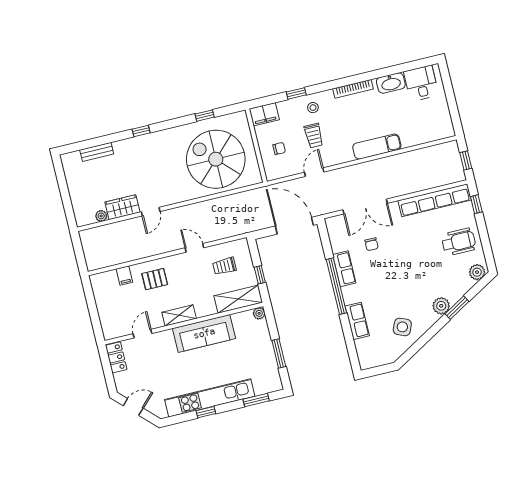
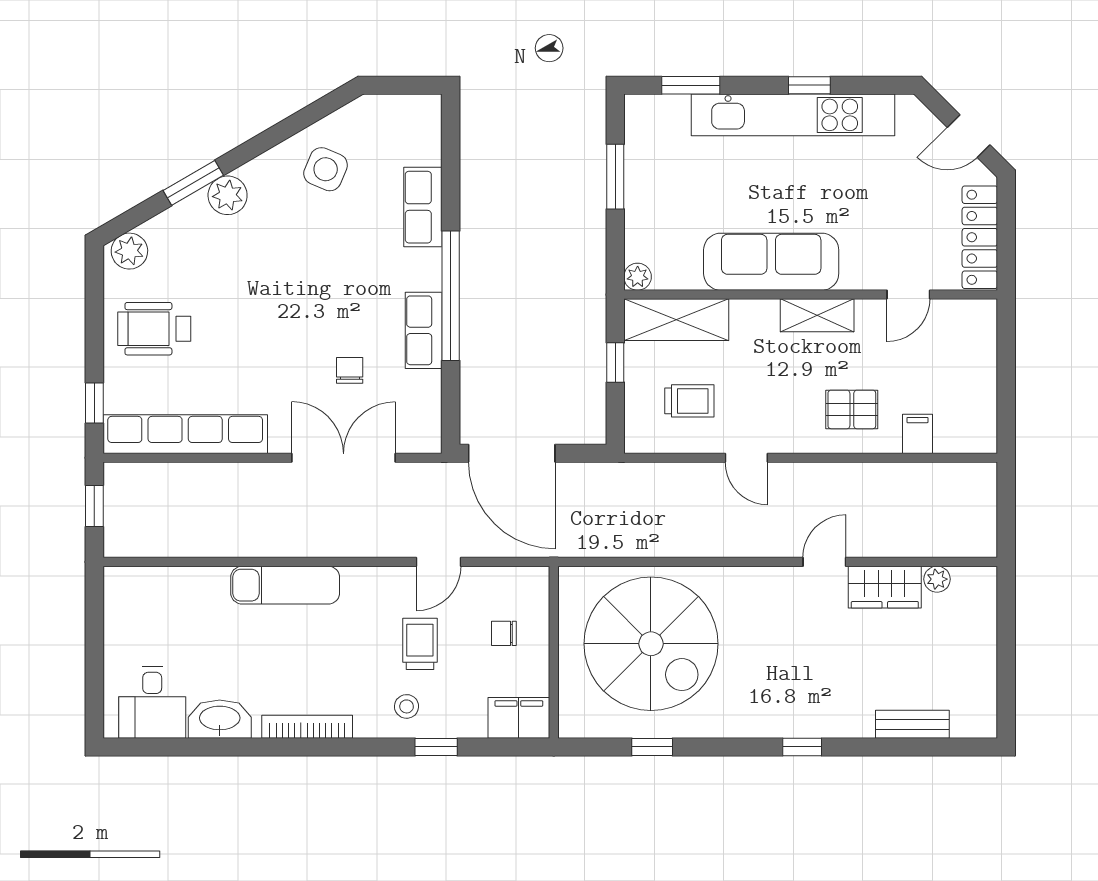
locker: (116, 357) -> (980, 237), width x1.53

